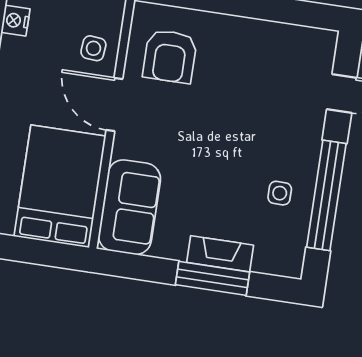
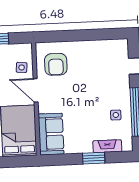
fireplace: (220, 254) -> (107, 146), moved
window: (213, 278) -> (94, 158), width x0.69

